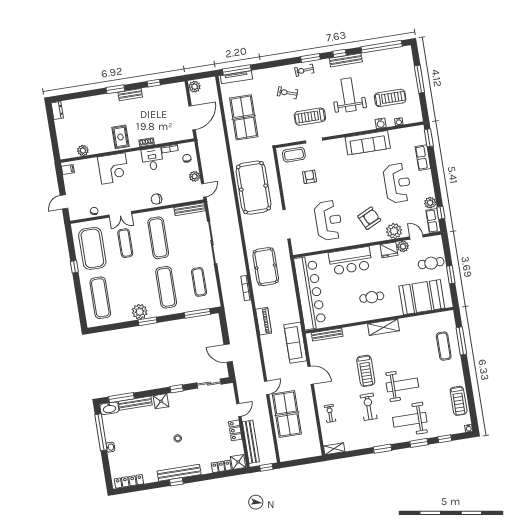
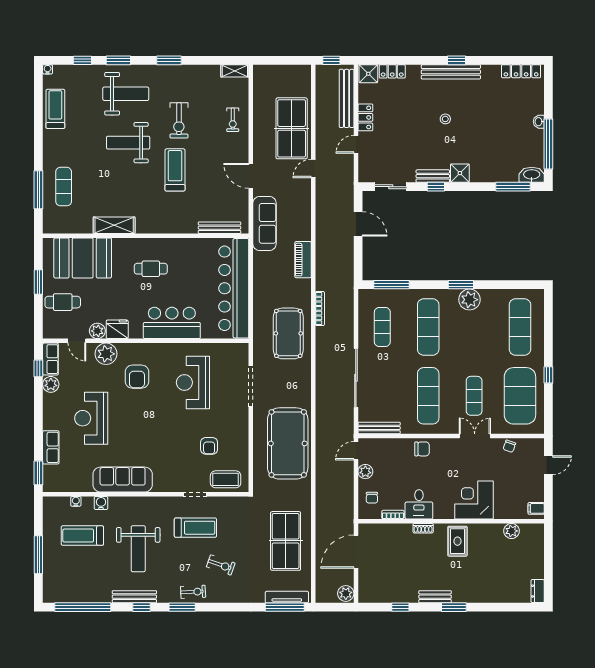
armchair: (369, 218) -> (137, 377), turned -64
shelving: (383, 327) -> (114, 225), moved
bench: (135, 403) -> (433, 176), moved, width x0.73

